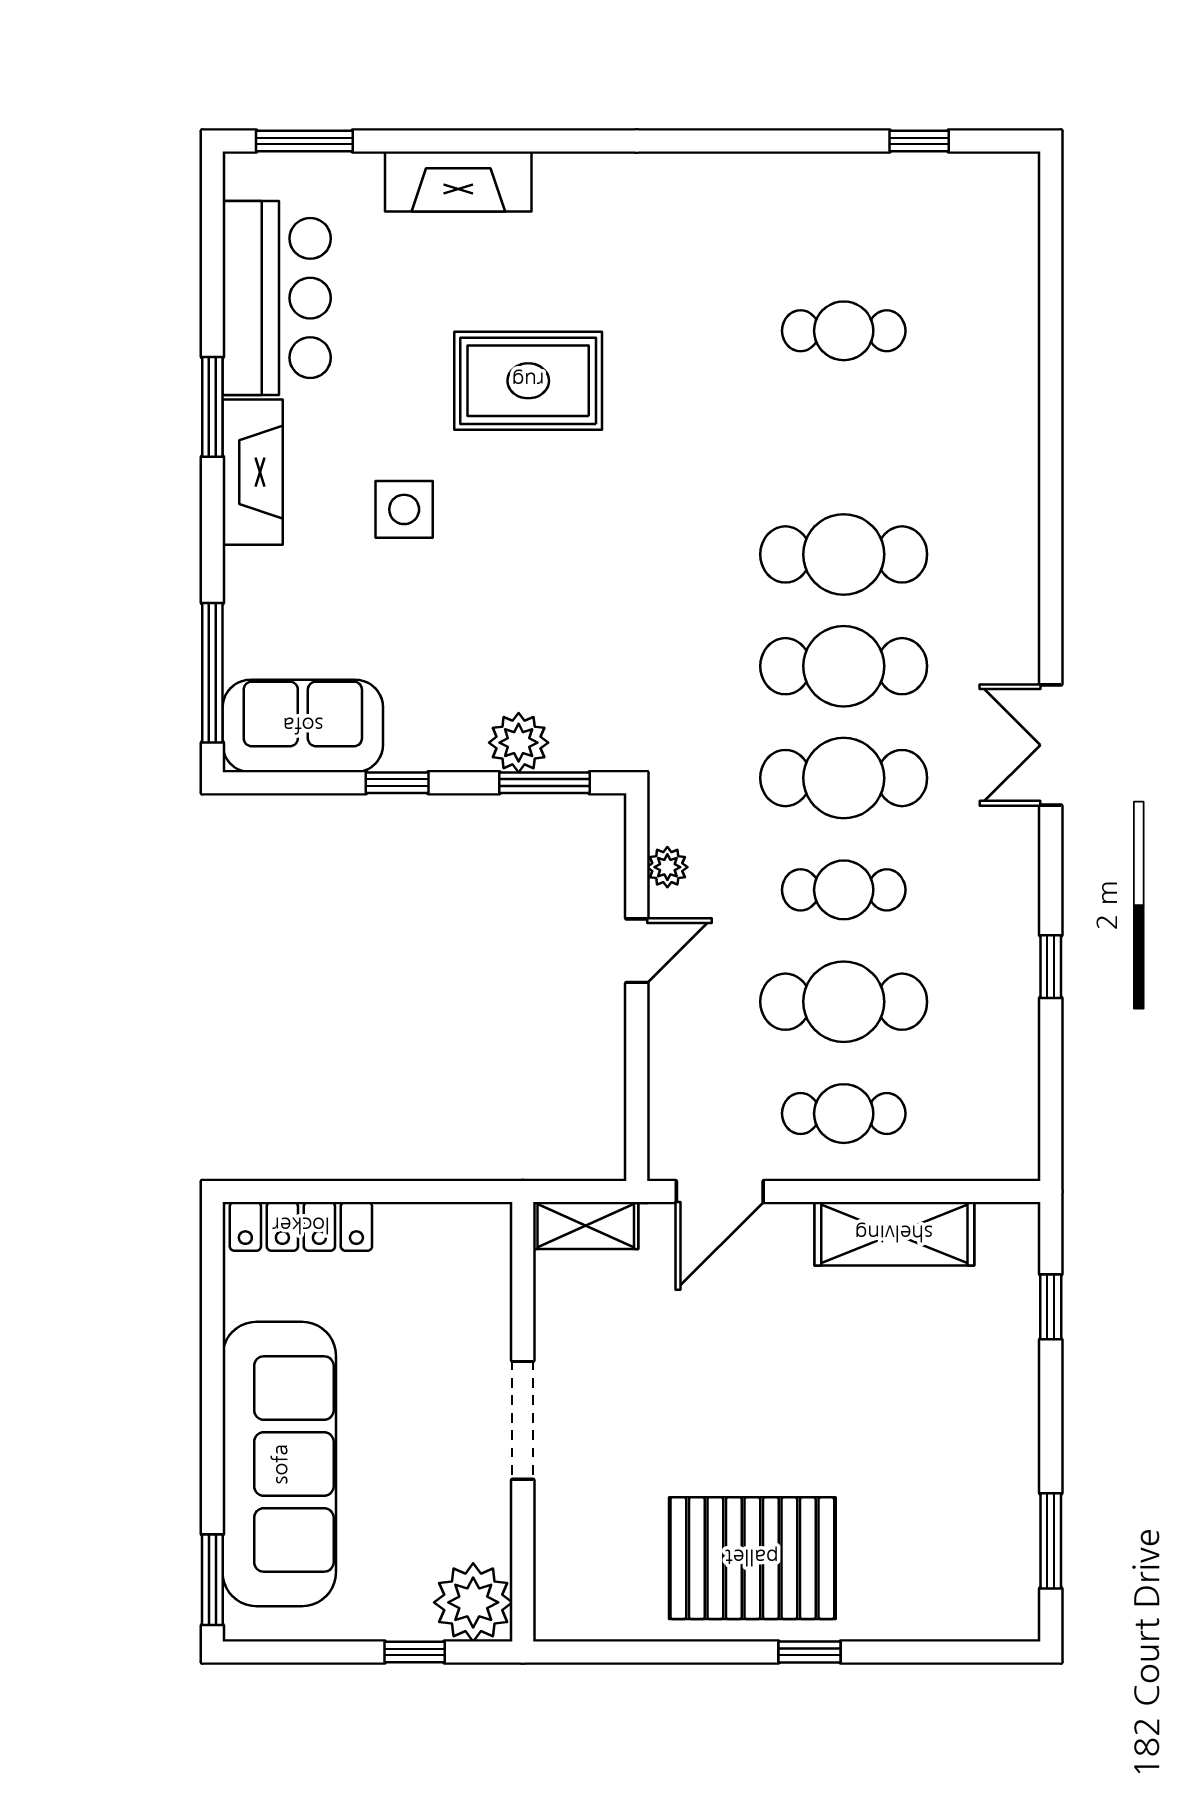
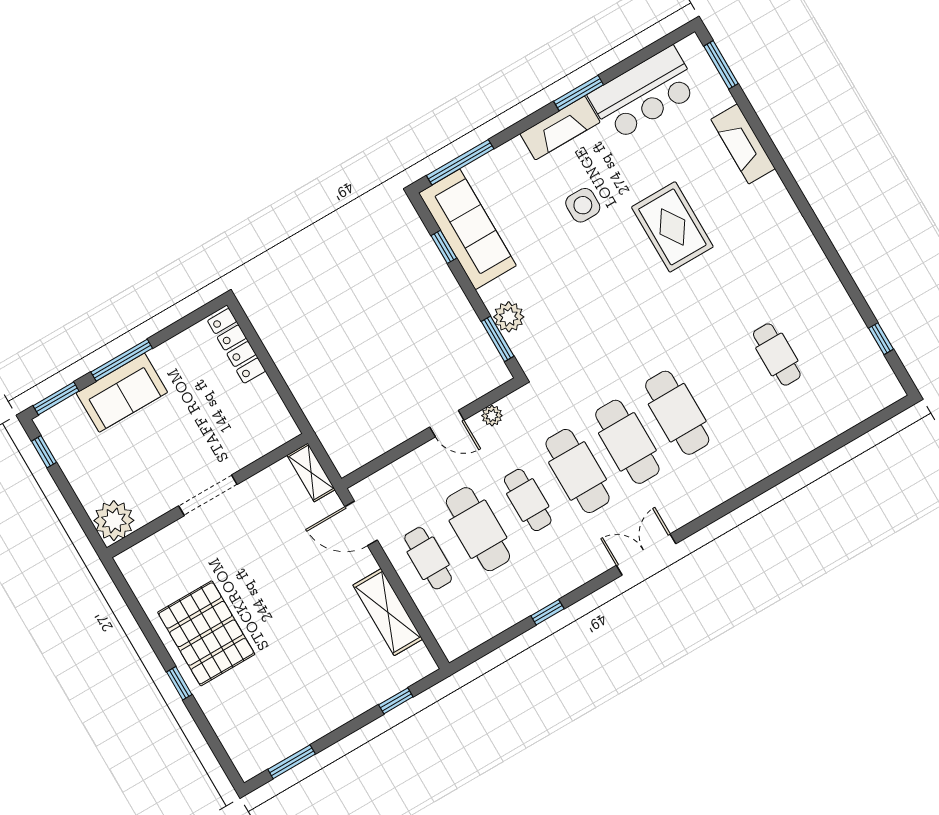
sofa: (303, 726) -> (467, 229), width x1.36
window: (397, 783) -> (444, 247), moved
window: (212, 1432) -> (122, 360), added
sofa: (279, 1464) -> (122, 393), width x0.54, depth x0.79
window: (415, 1652) -> (44, 452), moved

